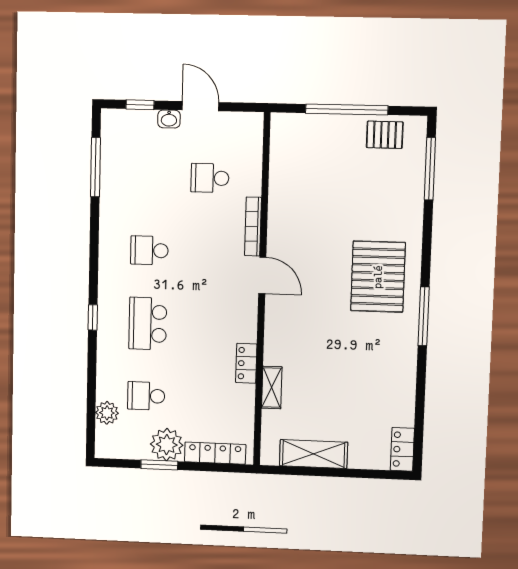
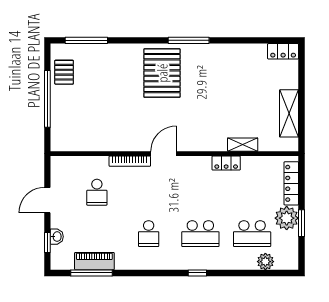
washbasin: (169, 119) -> (57, 237), moved
piano: (112, 172) -> (94, 261), added
pallet: (378, 277) -> (162, 73), turned 90
school desk: (146, 396) -> (252, 234), width x1.85

